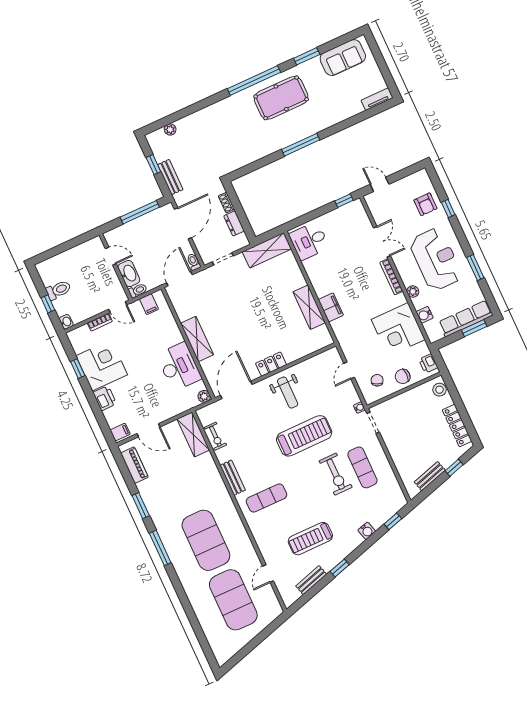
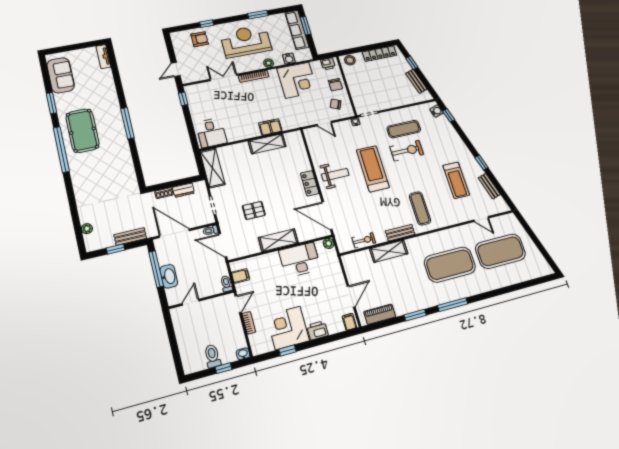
washbasin: (129, 274) -> (169, 276), moved, turned 90
pallet: (226, 306) -> (254, 210), added
shelving: (193, 434) -> (389, 251), moved
water cooler: (367, 531) -> (437, 111), moved

